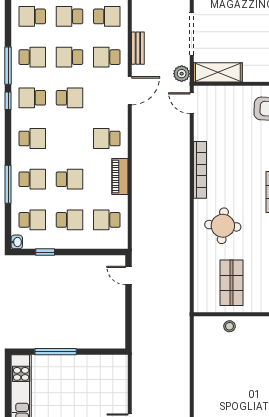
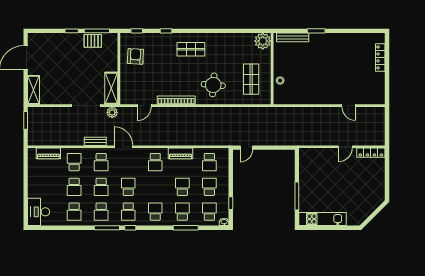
school desk: (32, 57) -> (101, 212), turned 180
door: (192, 103) -> (144, 106), moved
shop shelf: (232, 283) -> (251, 79), turned 90

